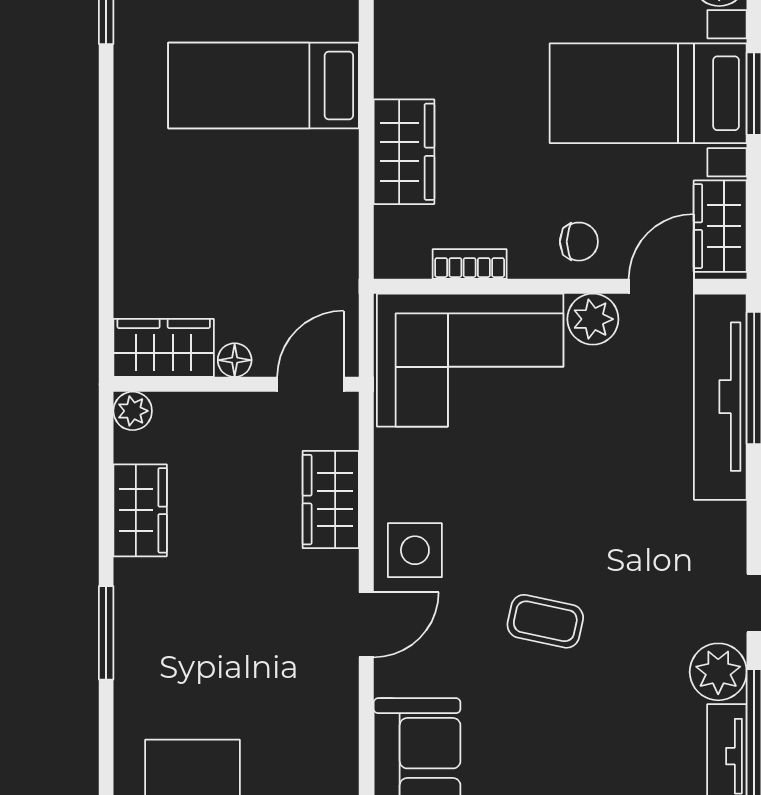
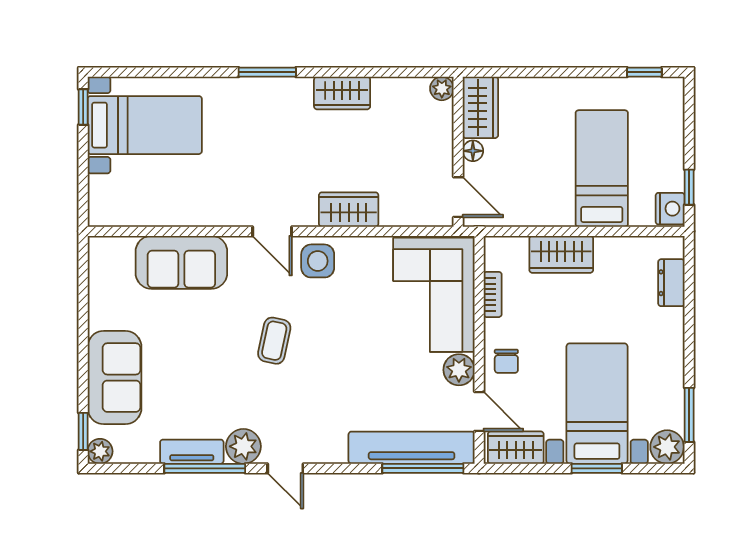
wardrobe: (164, 348) -> (480, 107), moved
floor lamp: (235, 360) -> (473, 151), moved
wall: (236, 384) -> (458, 152), moved
door: (310, 384) -> (458, 197), moved
plant: (133, 411) -> (442, 89), moved

